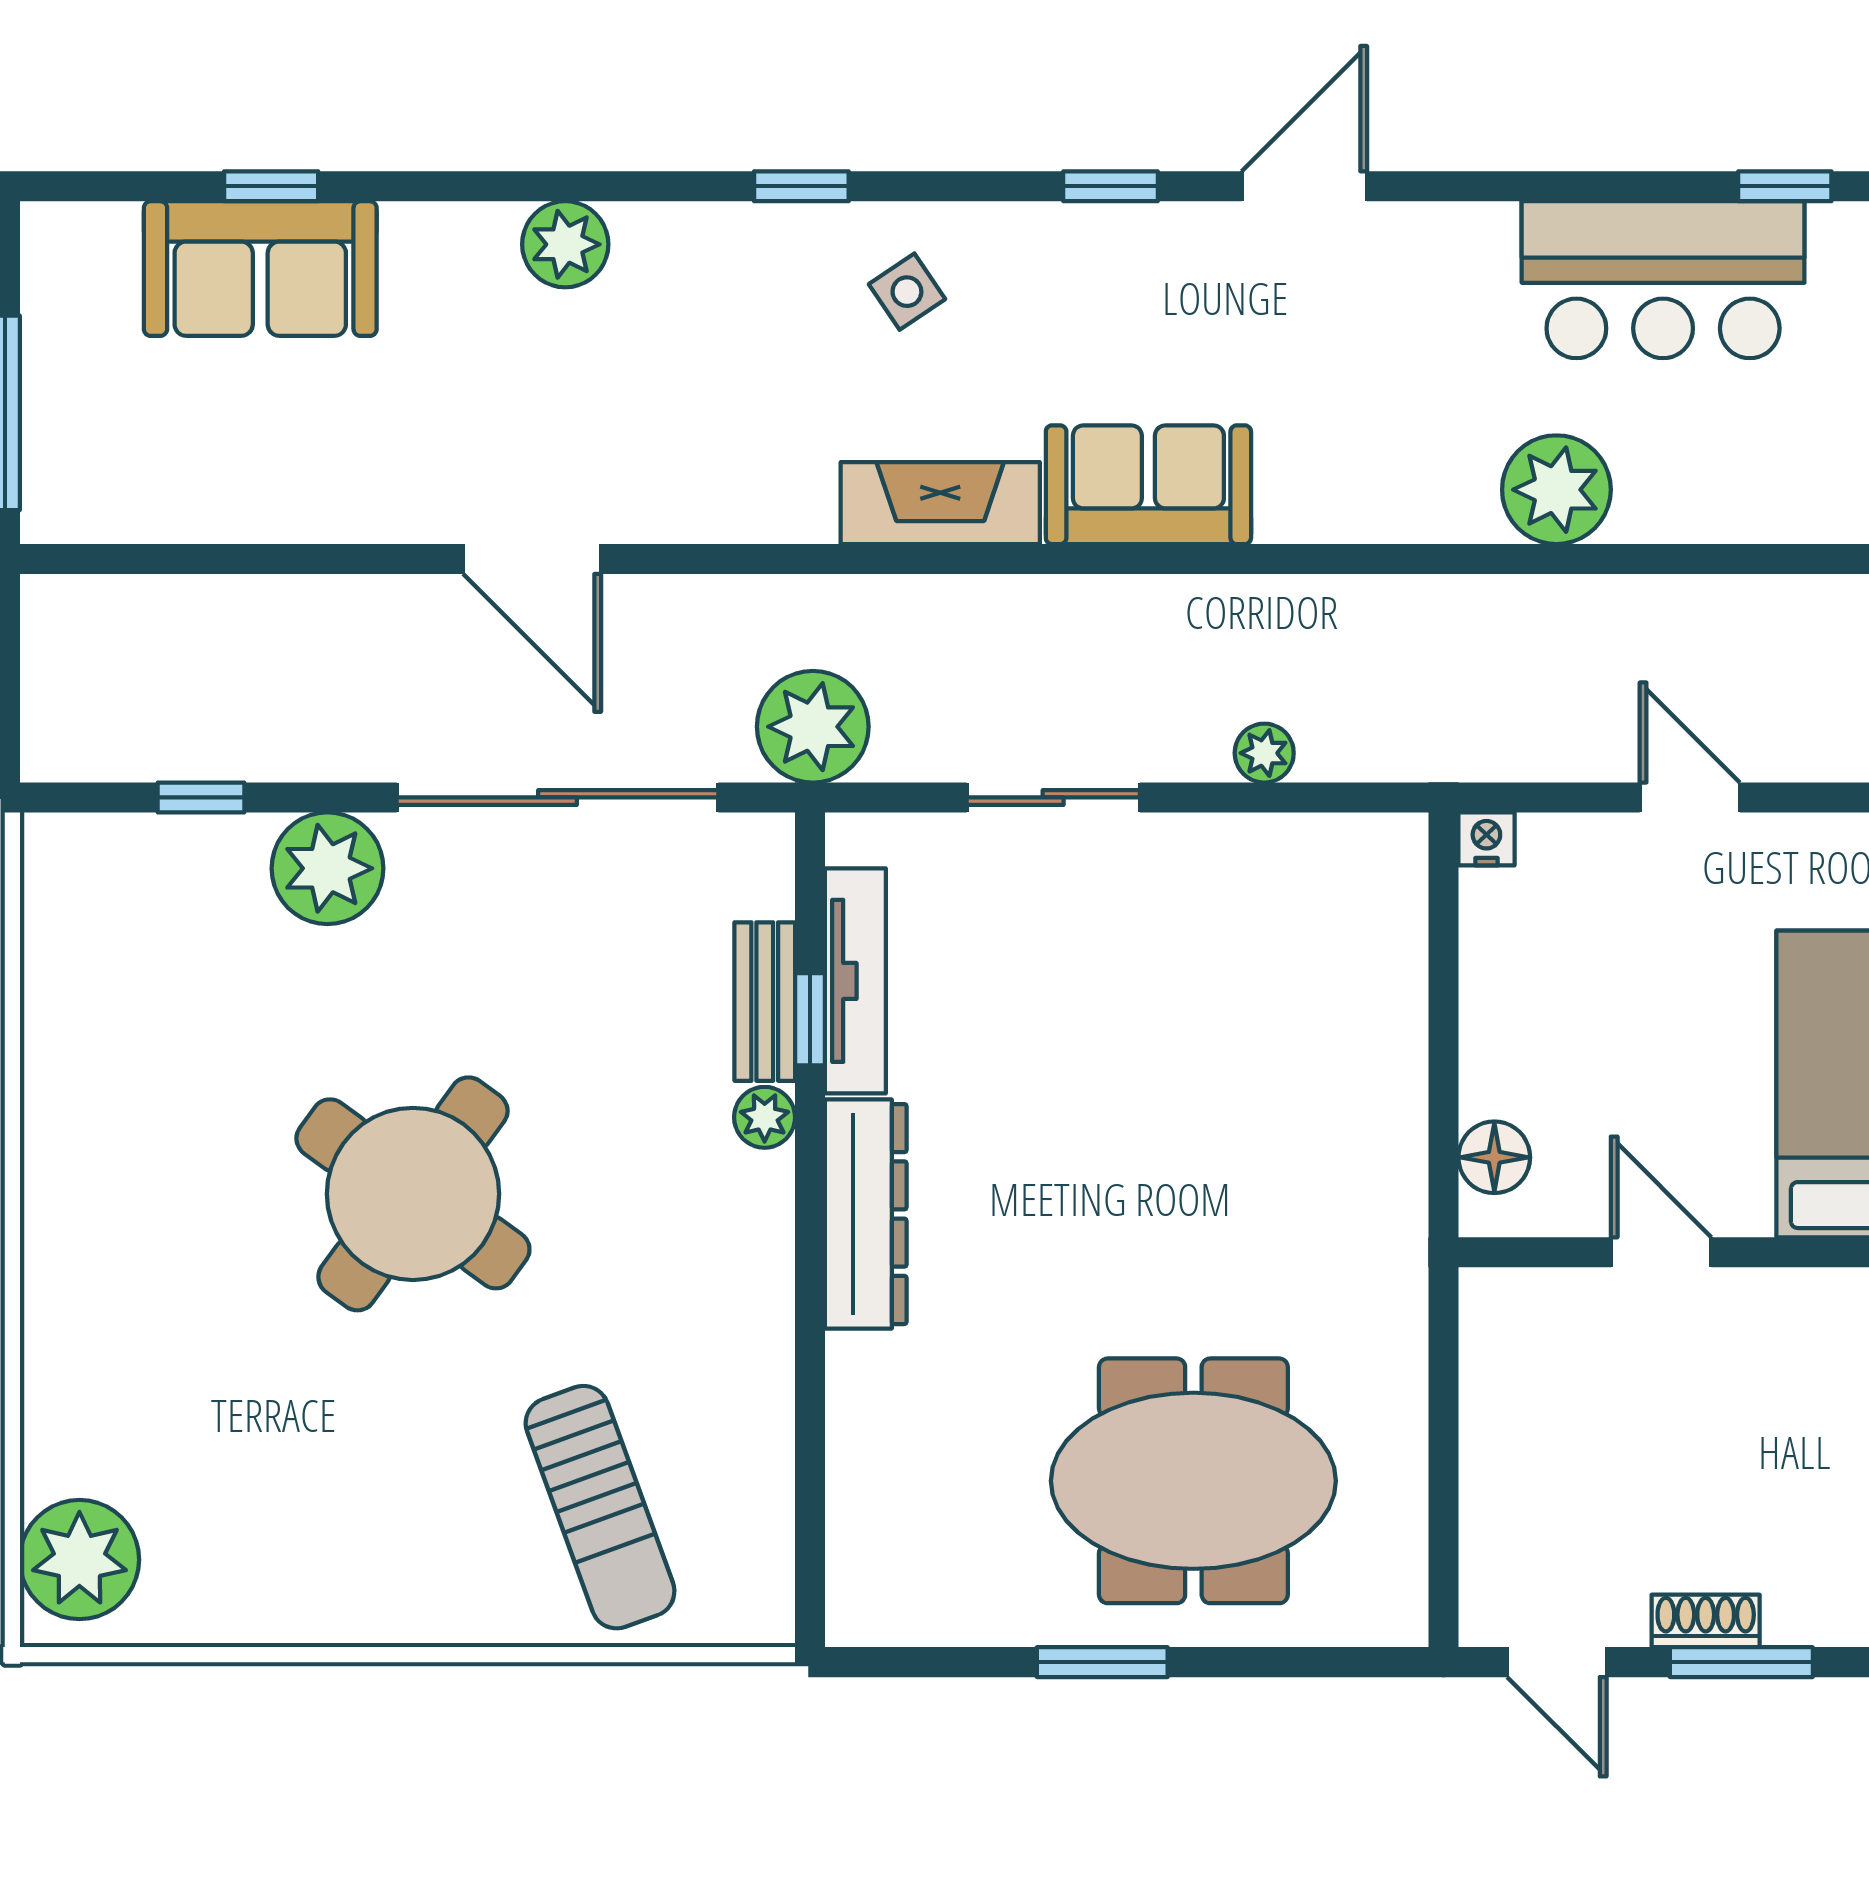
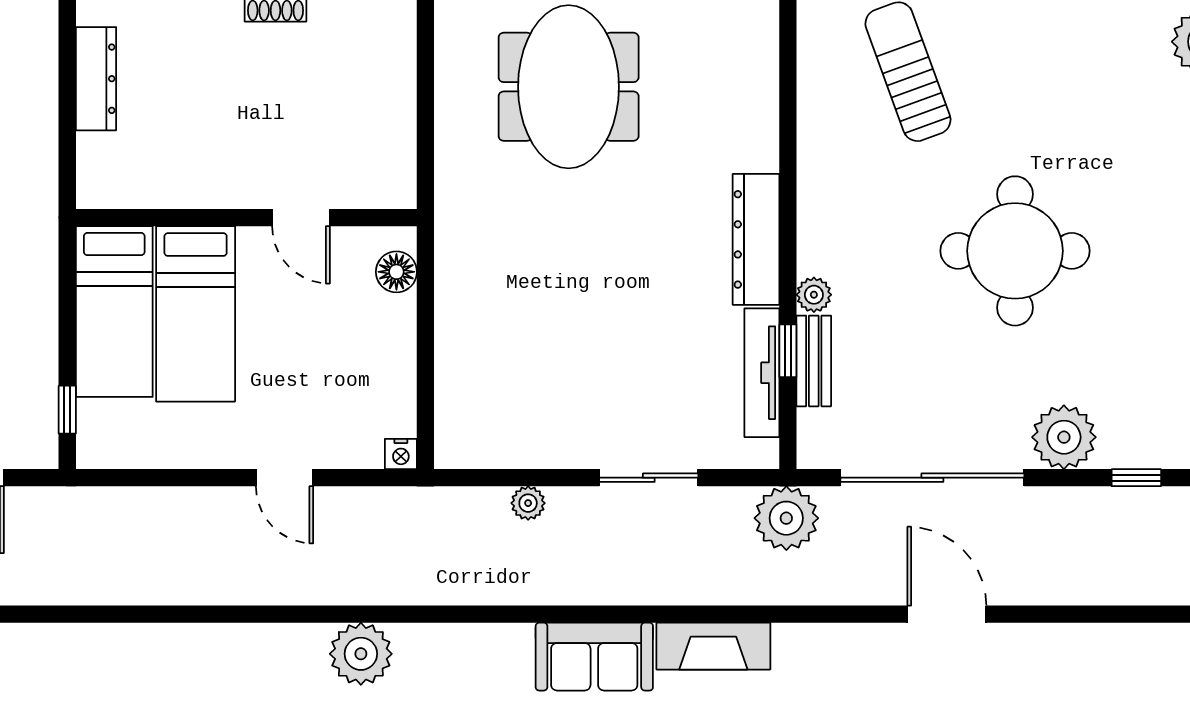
round table: (413, 1194) -> (1015, 251), turned -36
meeting table: (1193, 1481) -> (569, 87), turned 90

